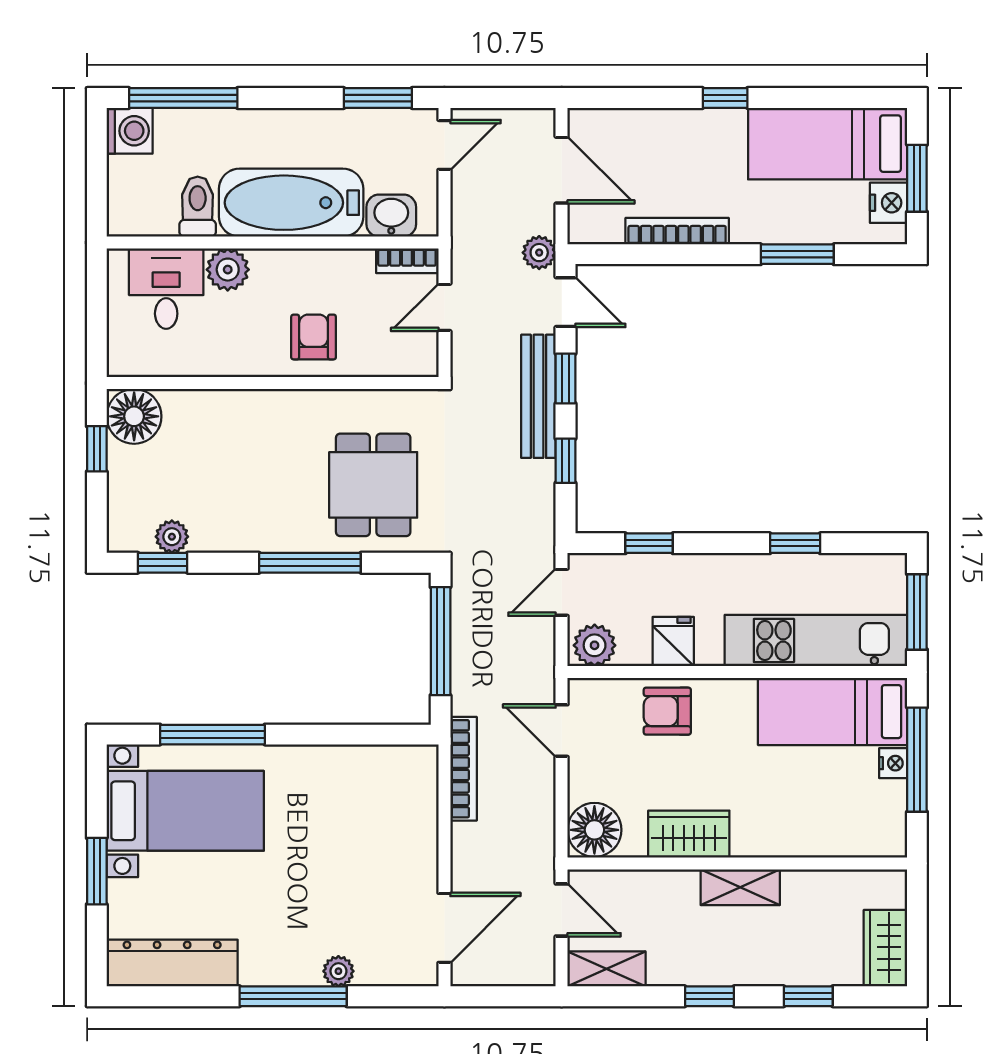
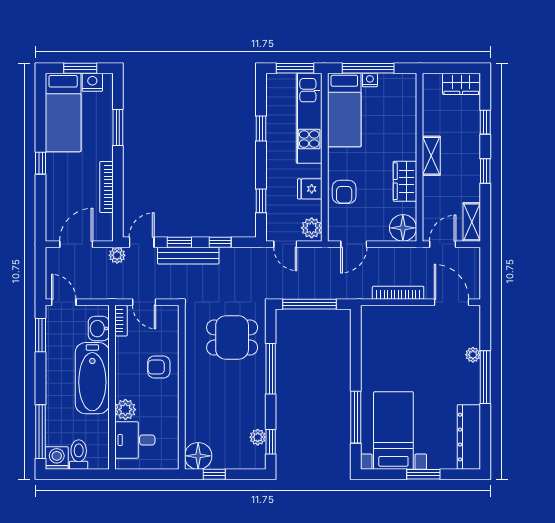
toilet: (198, 207) -> (79, 455), moved, turned 90
bookcase: (464, 769) -> (398, 293), moved

